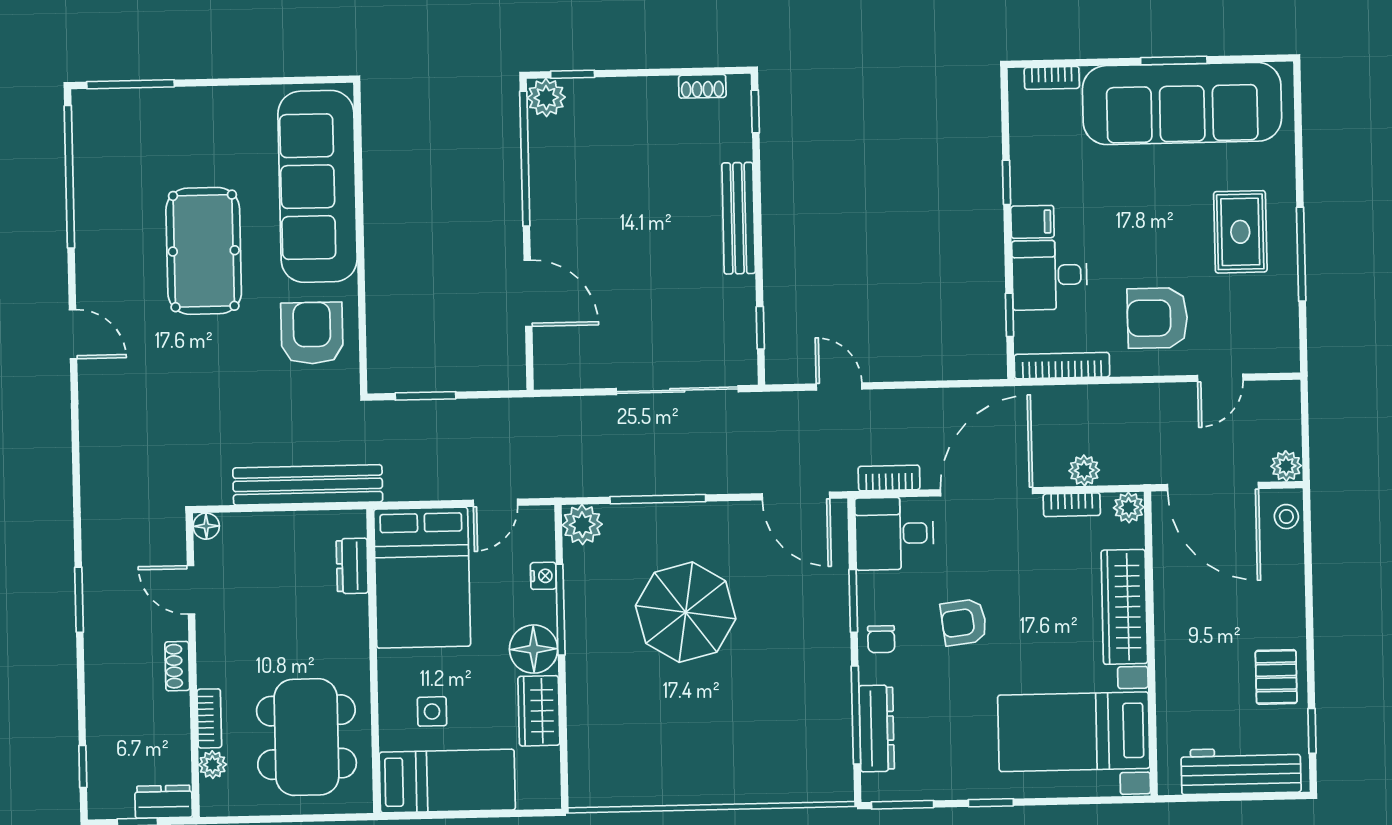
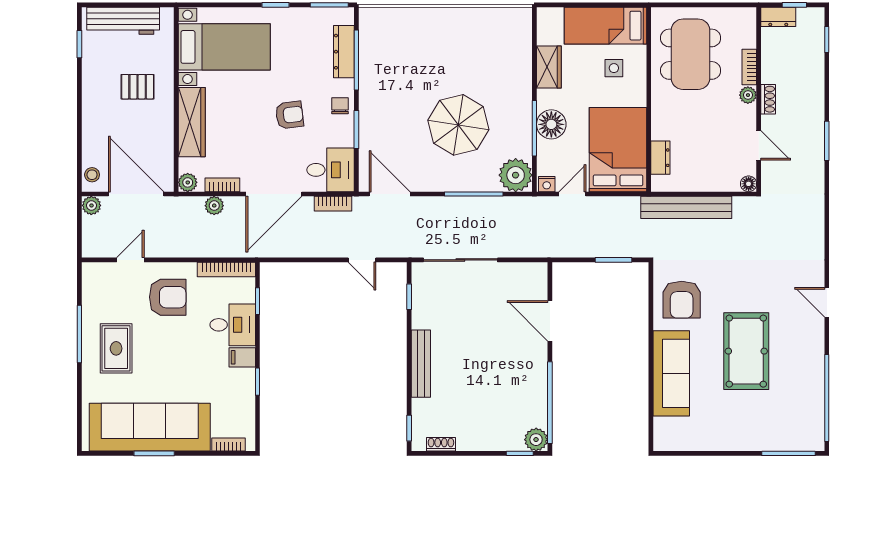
sofa: (317, 186) -> (671, 373), width x0.74, depth x0.79
plant: (582, 525) -> (516, 175), width x1.36, depth x1.36
nightstand: (543, 576) -> (547, 184), moved, turned -90
floor lamp: (534, 649) -> (551, 124), moved
pallet: (1276, 677) -> (138, 87), moved, turned 90
plant: (213, 765) -> (748, 95), moved

